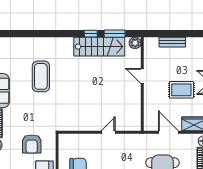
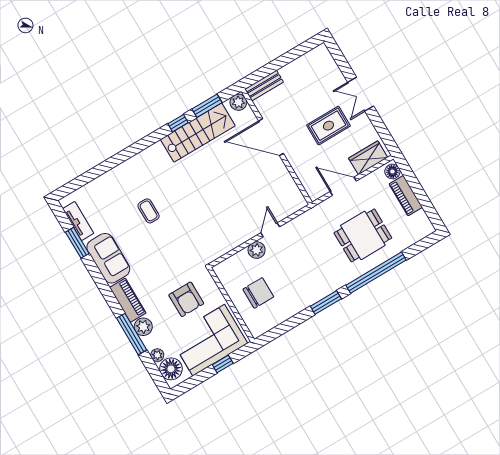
bench: (172, 42) -> (264, 86), moved
coffee table: (41, 76) -> (149, 211), width x0.54, depth x0.58
door: (142, 76) -> (271, 137), width x1.88
plant: (92, 140) -> (257, 250), added

